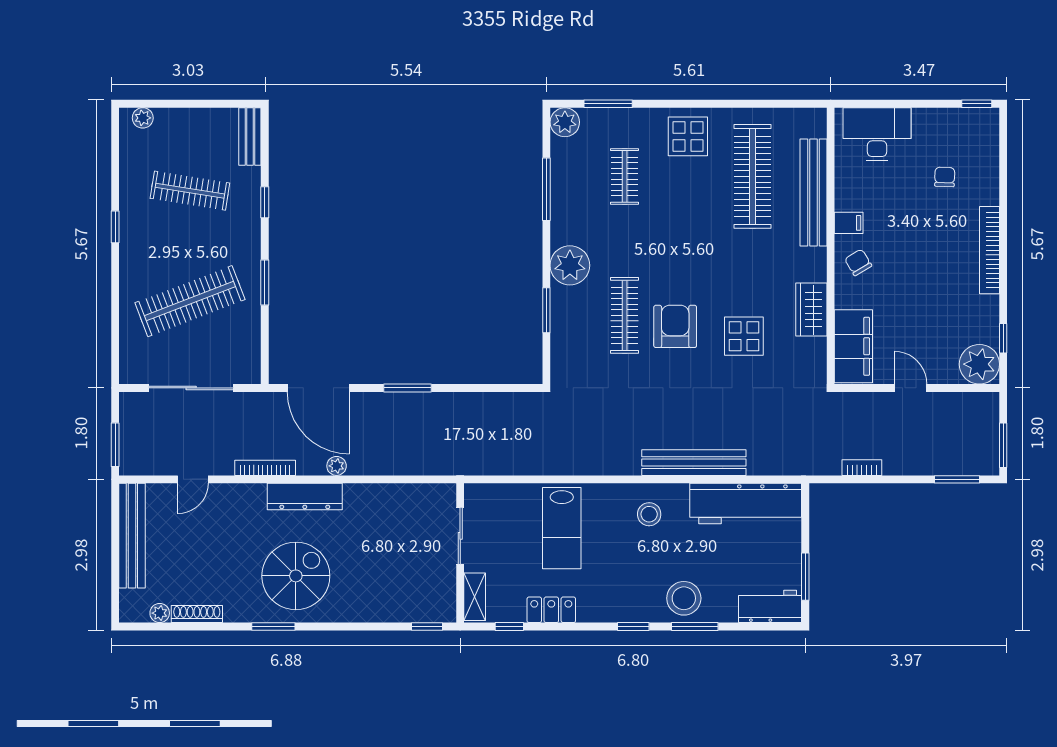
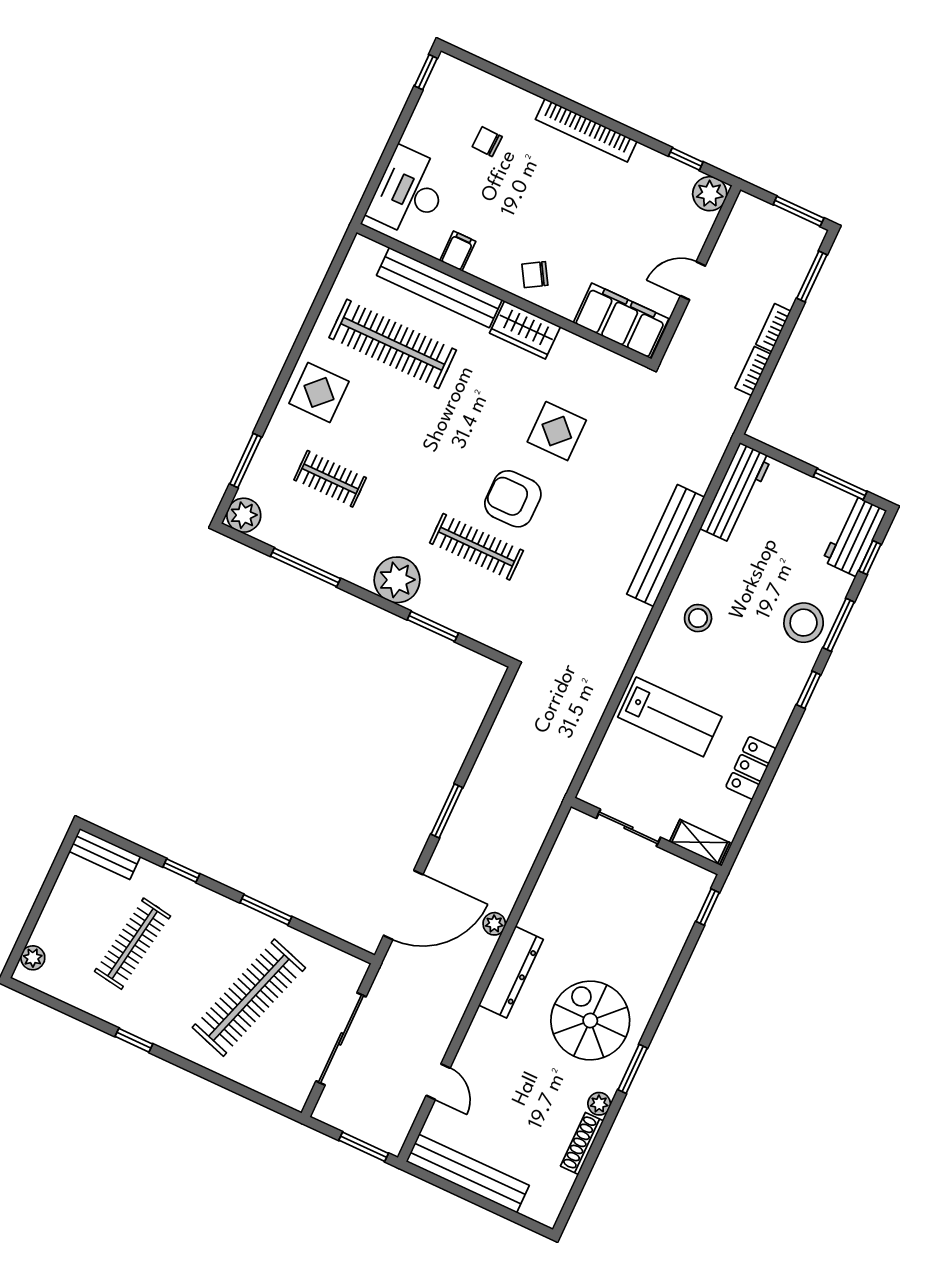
filing cabinet: (849, 223) -> (458, 251), moved
clothes rail: (190, 301) -> (249, 998), turned 39
wardrobe: (811, 310) -> (525, 330), moved
plant: (979, 364) -> (710, 194), width x0.73, depth x0.73
bookcase: (265, 468) -> (773, 328), moved, width x0.64
workbench: (746, 503) -> (736, 493), width x0.73, depth x0.76
plant: (160, 613) -> (599, 1104), moved
window: (509, 627) -> (870, 558), moved

